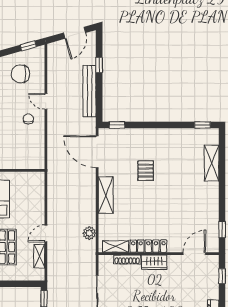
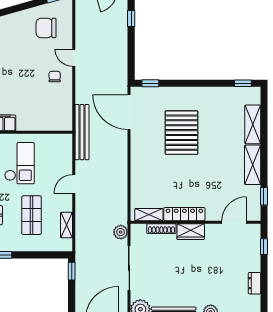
bench: (89, 91) -> (82, 132), moved
pallet: (146, 171) -> (181, 133), width x2.05, depth x2.00
shelving: (106, 195) -> (253, 165), moved
plant: (89, 233) -> (121, 232), moved
door: (46, 234) -> (74, 184), moved

